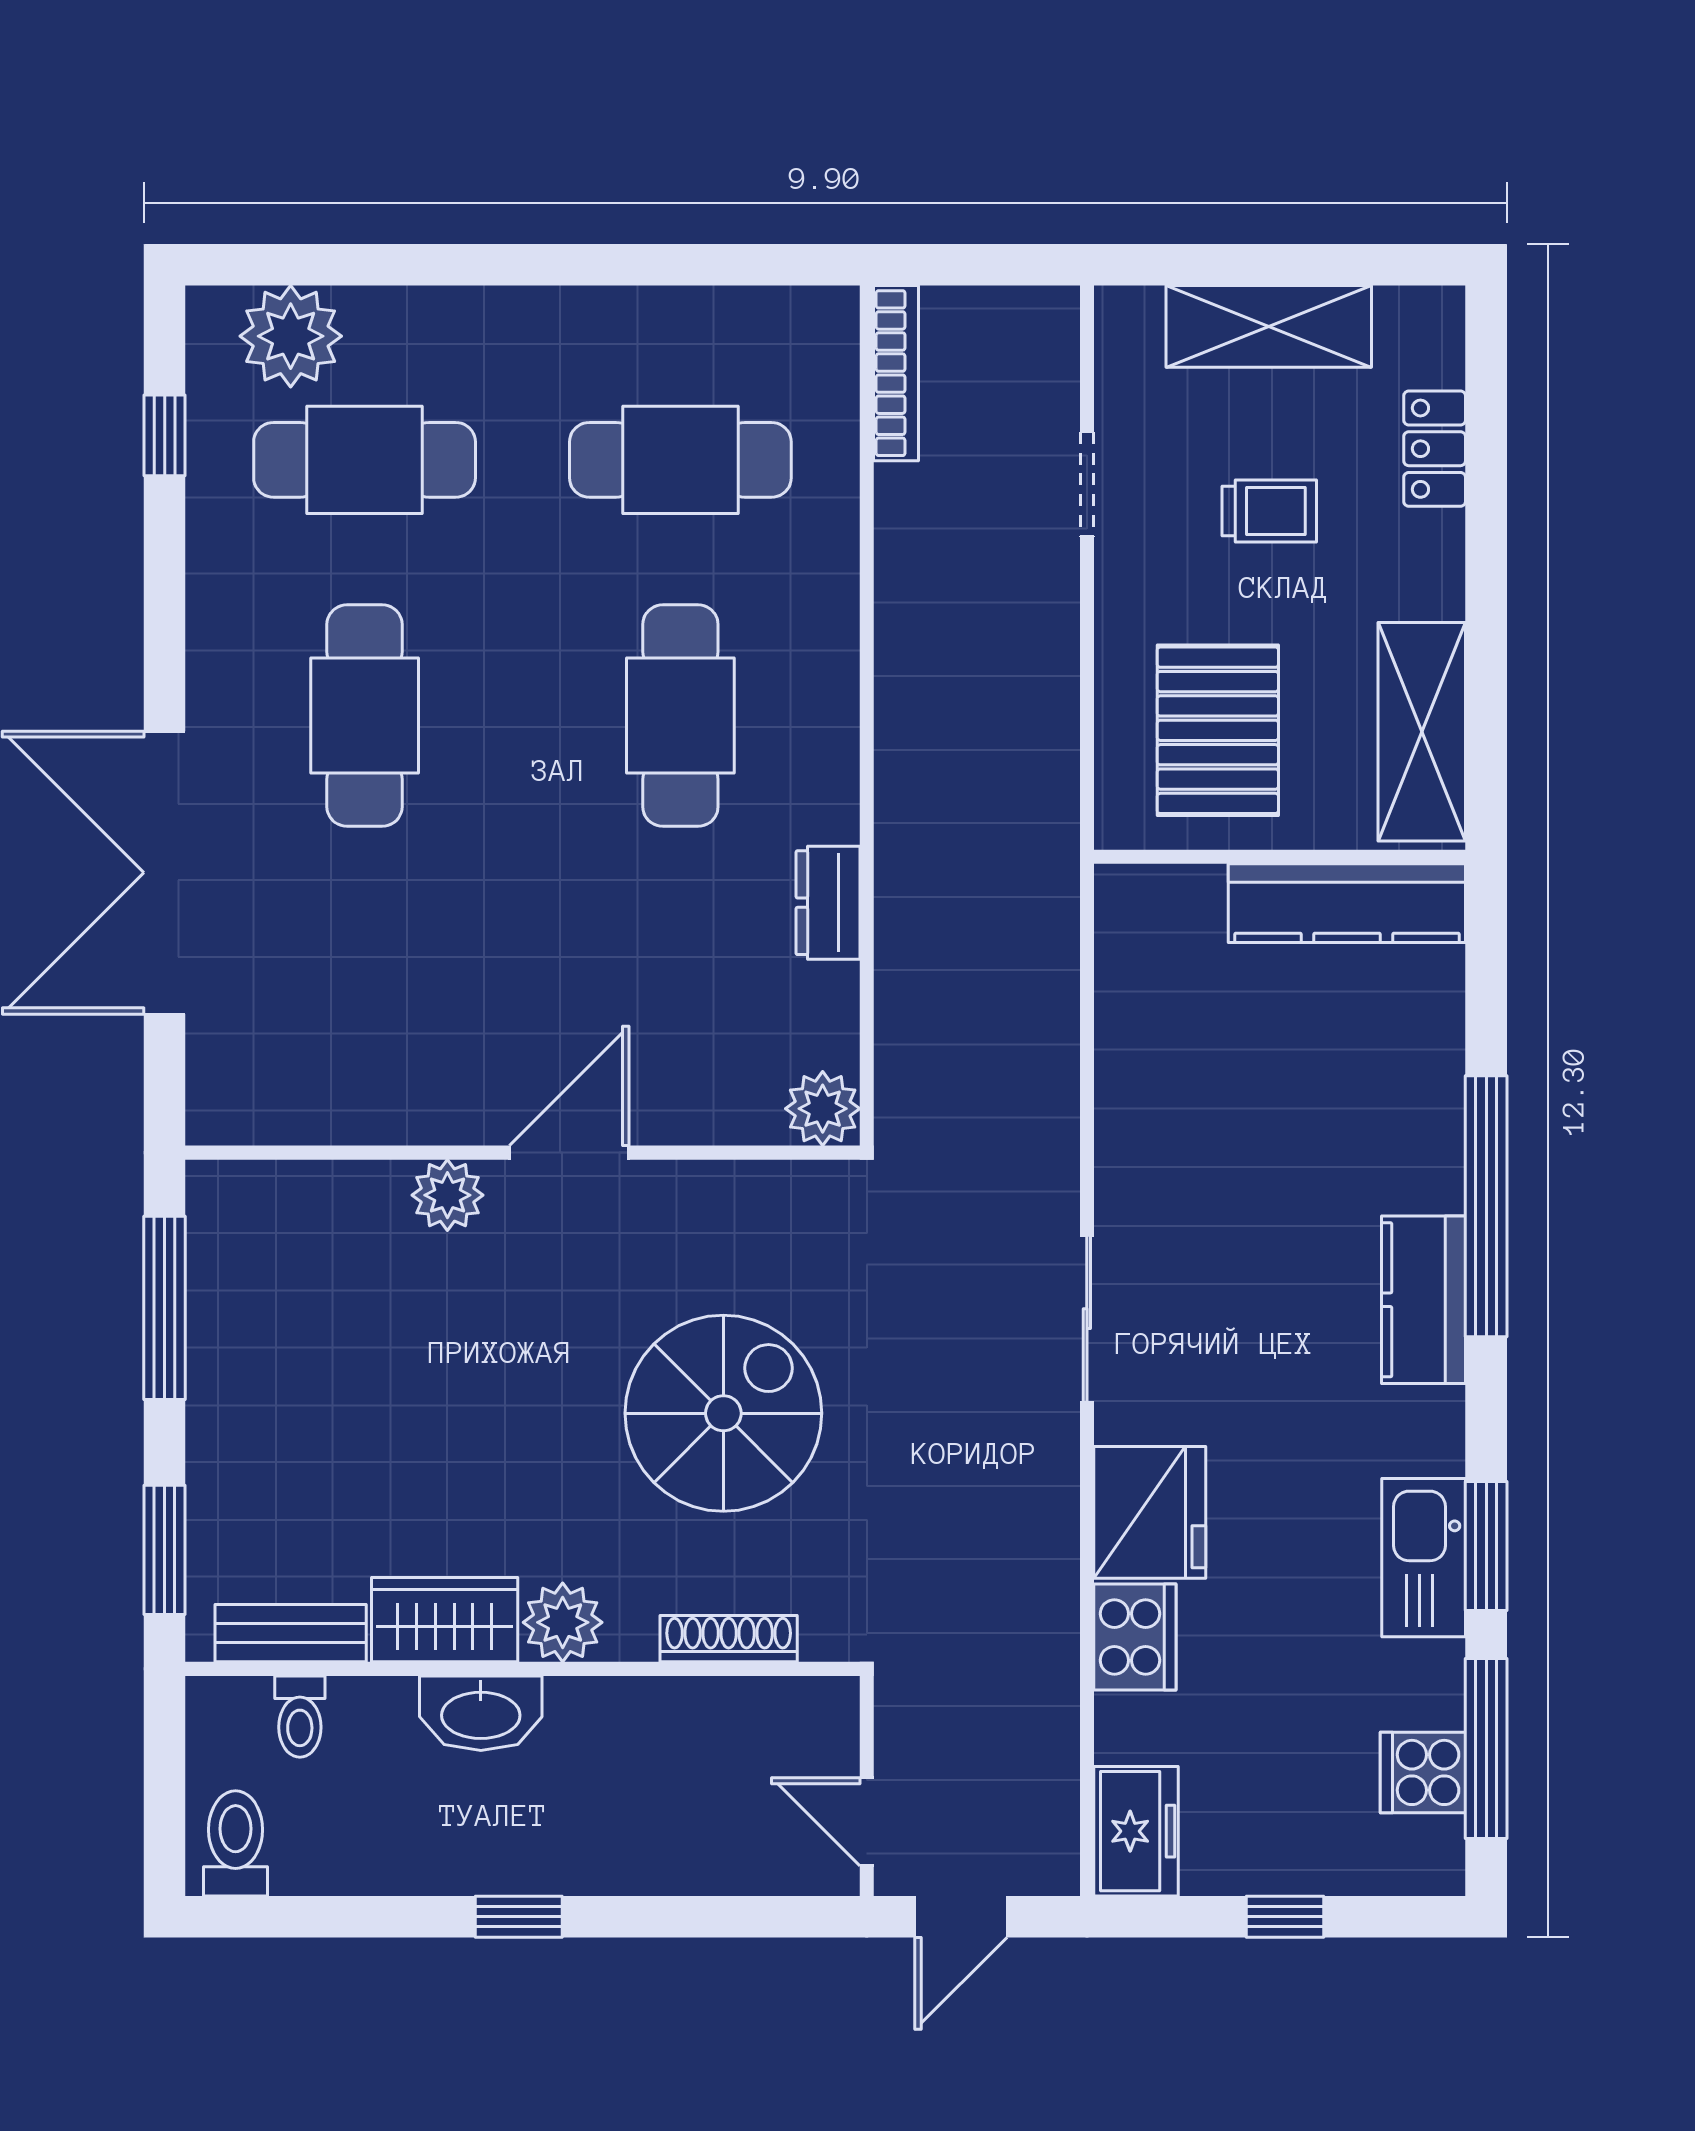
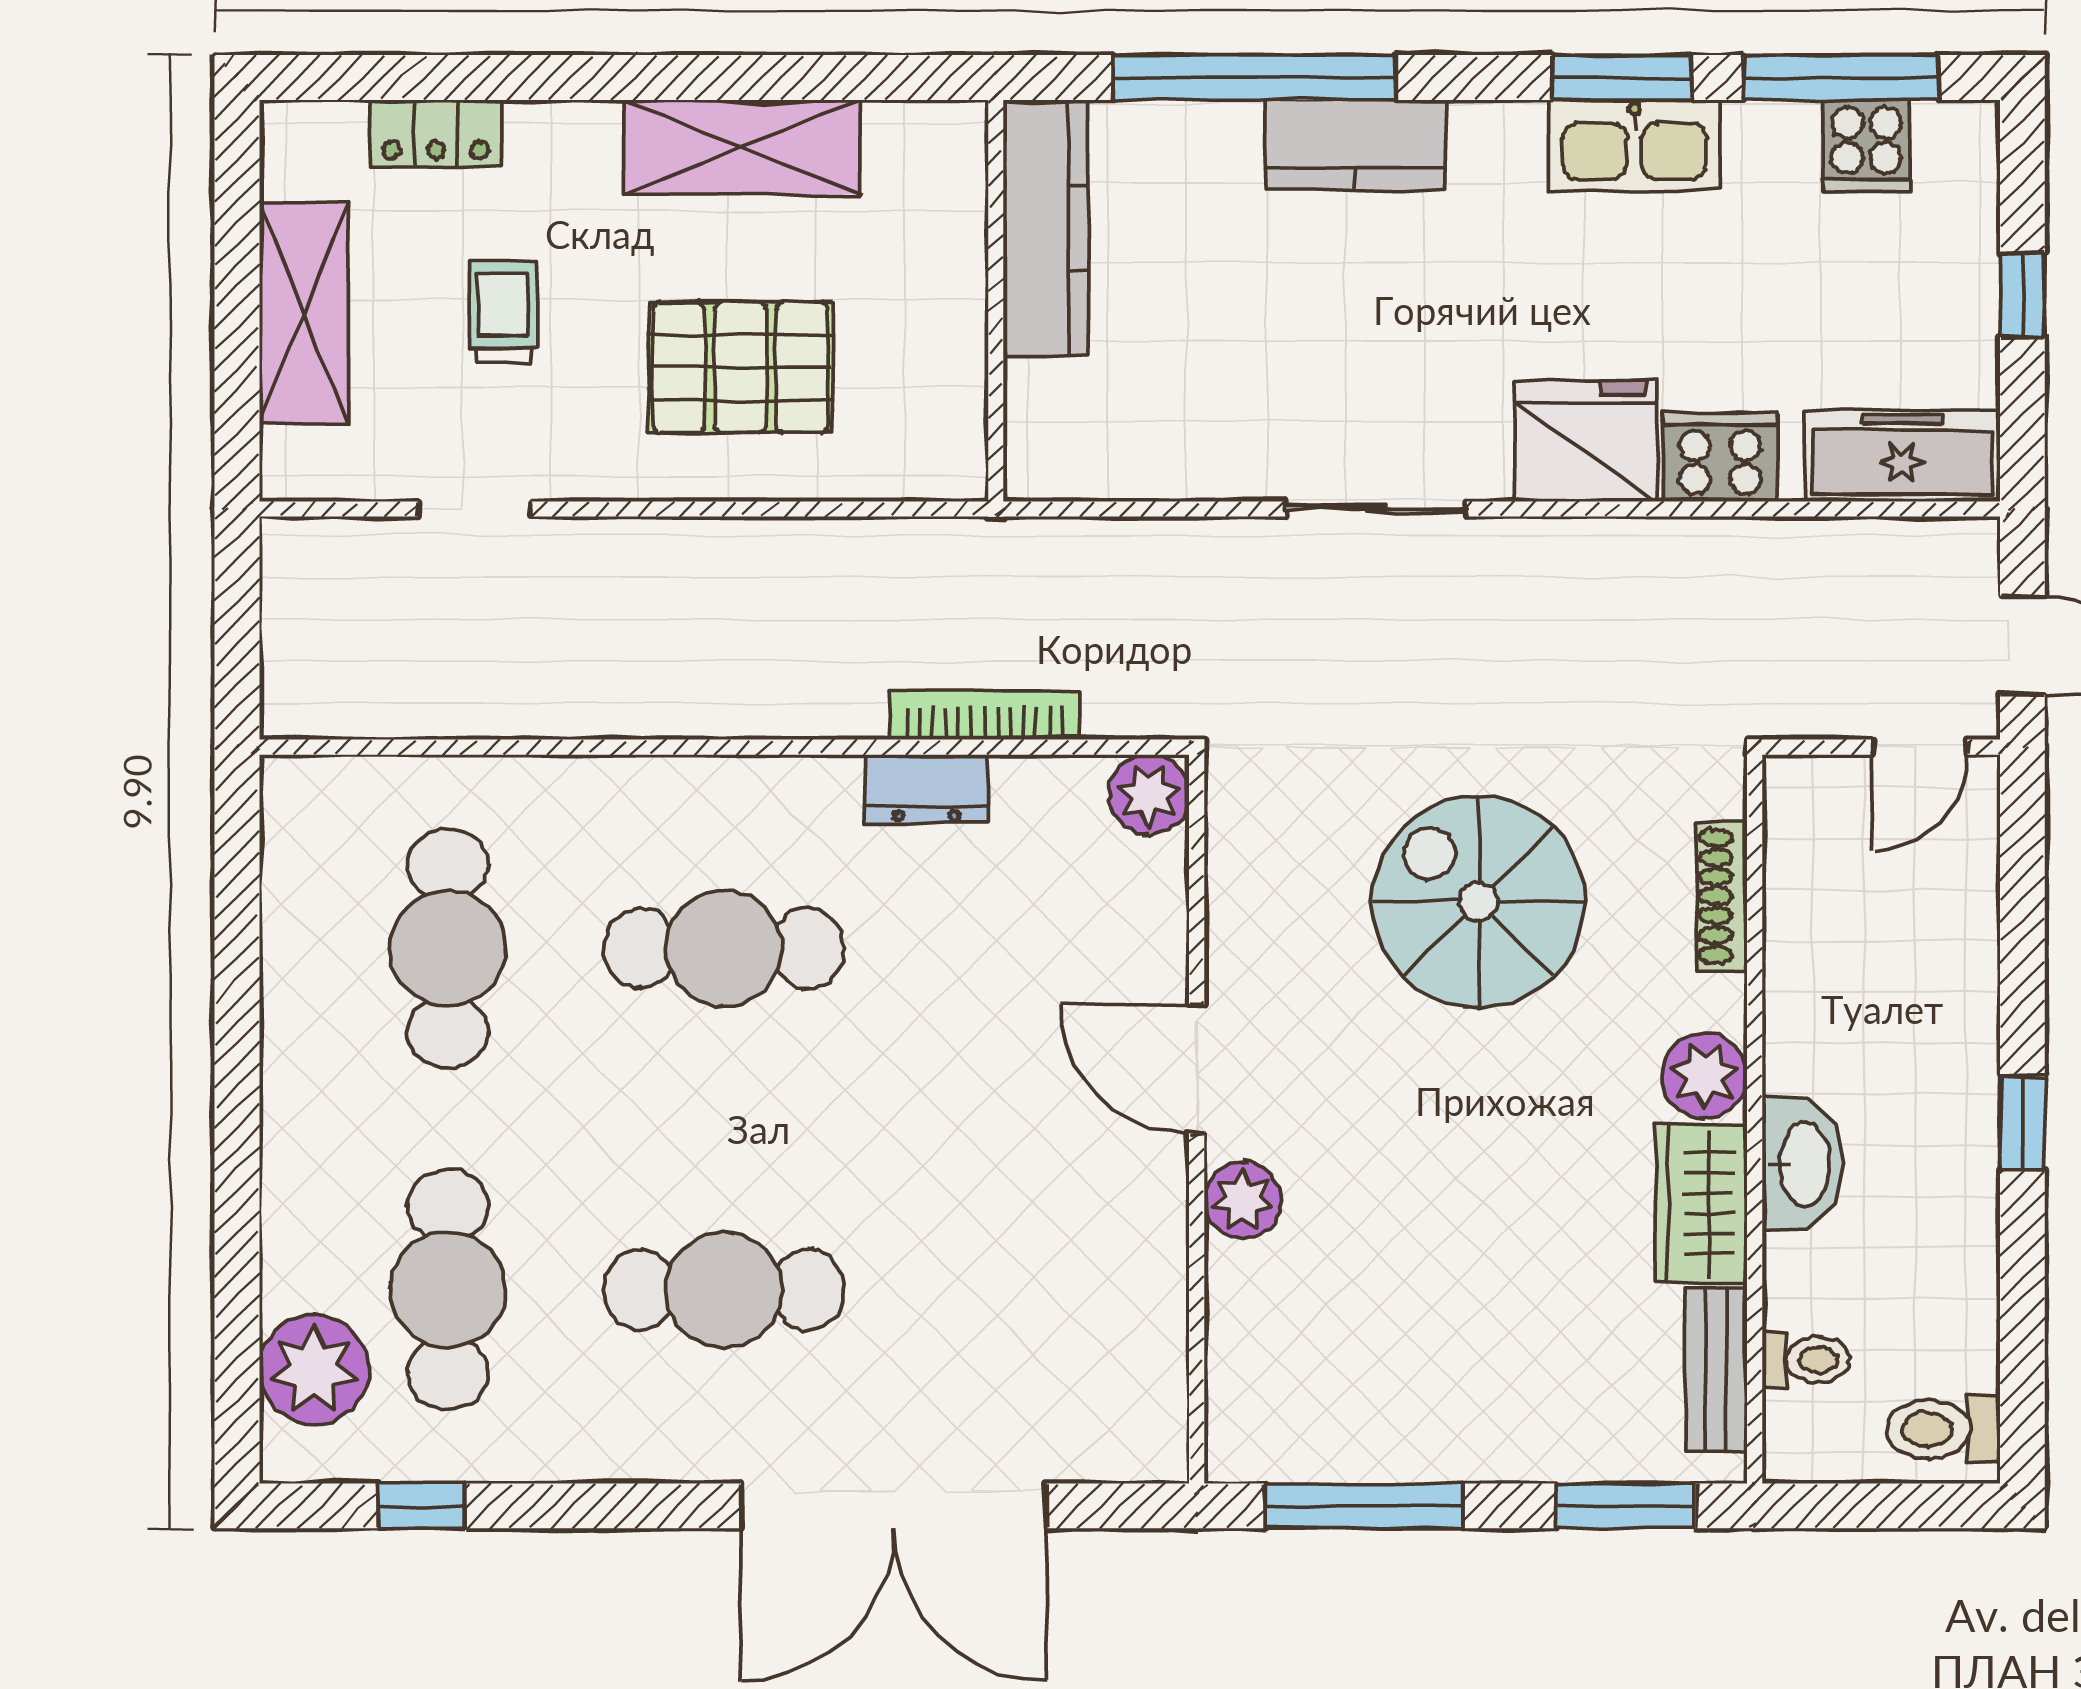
bookcase: (896, 373) -> (984, 715), moved
wall: (1280, 857) -> (996, 301), moved
kitchen counter: (1347, 903) -> (1046, 228), moved
freezer: (1136, 1831) -> (1902, 456), width x1.40

